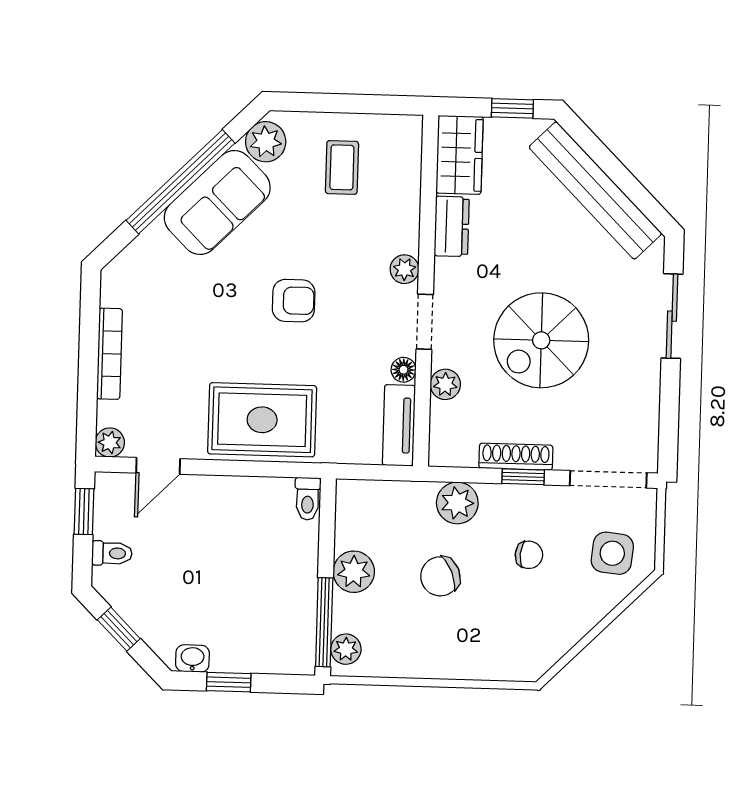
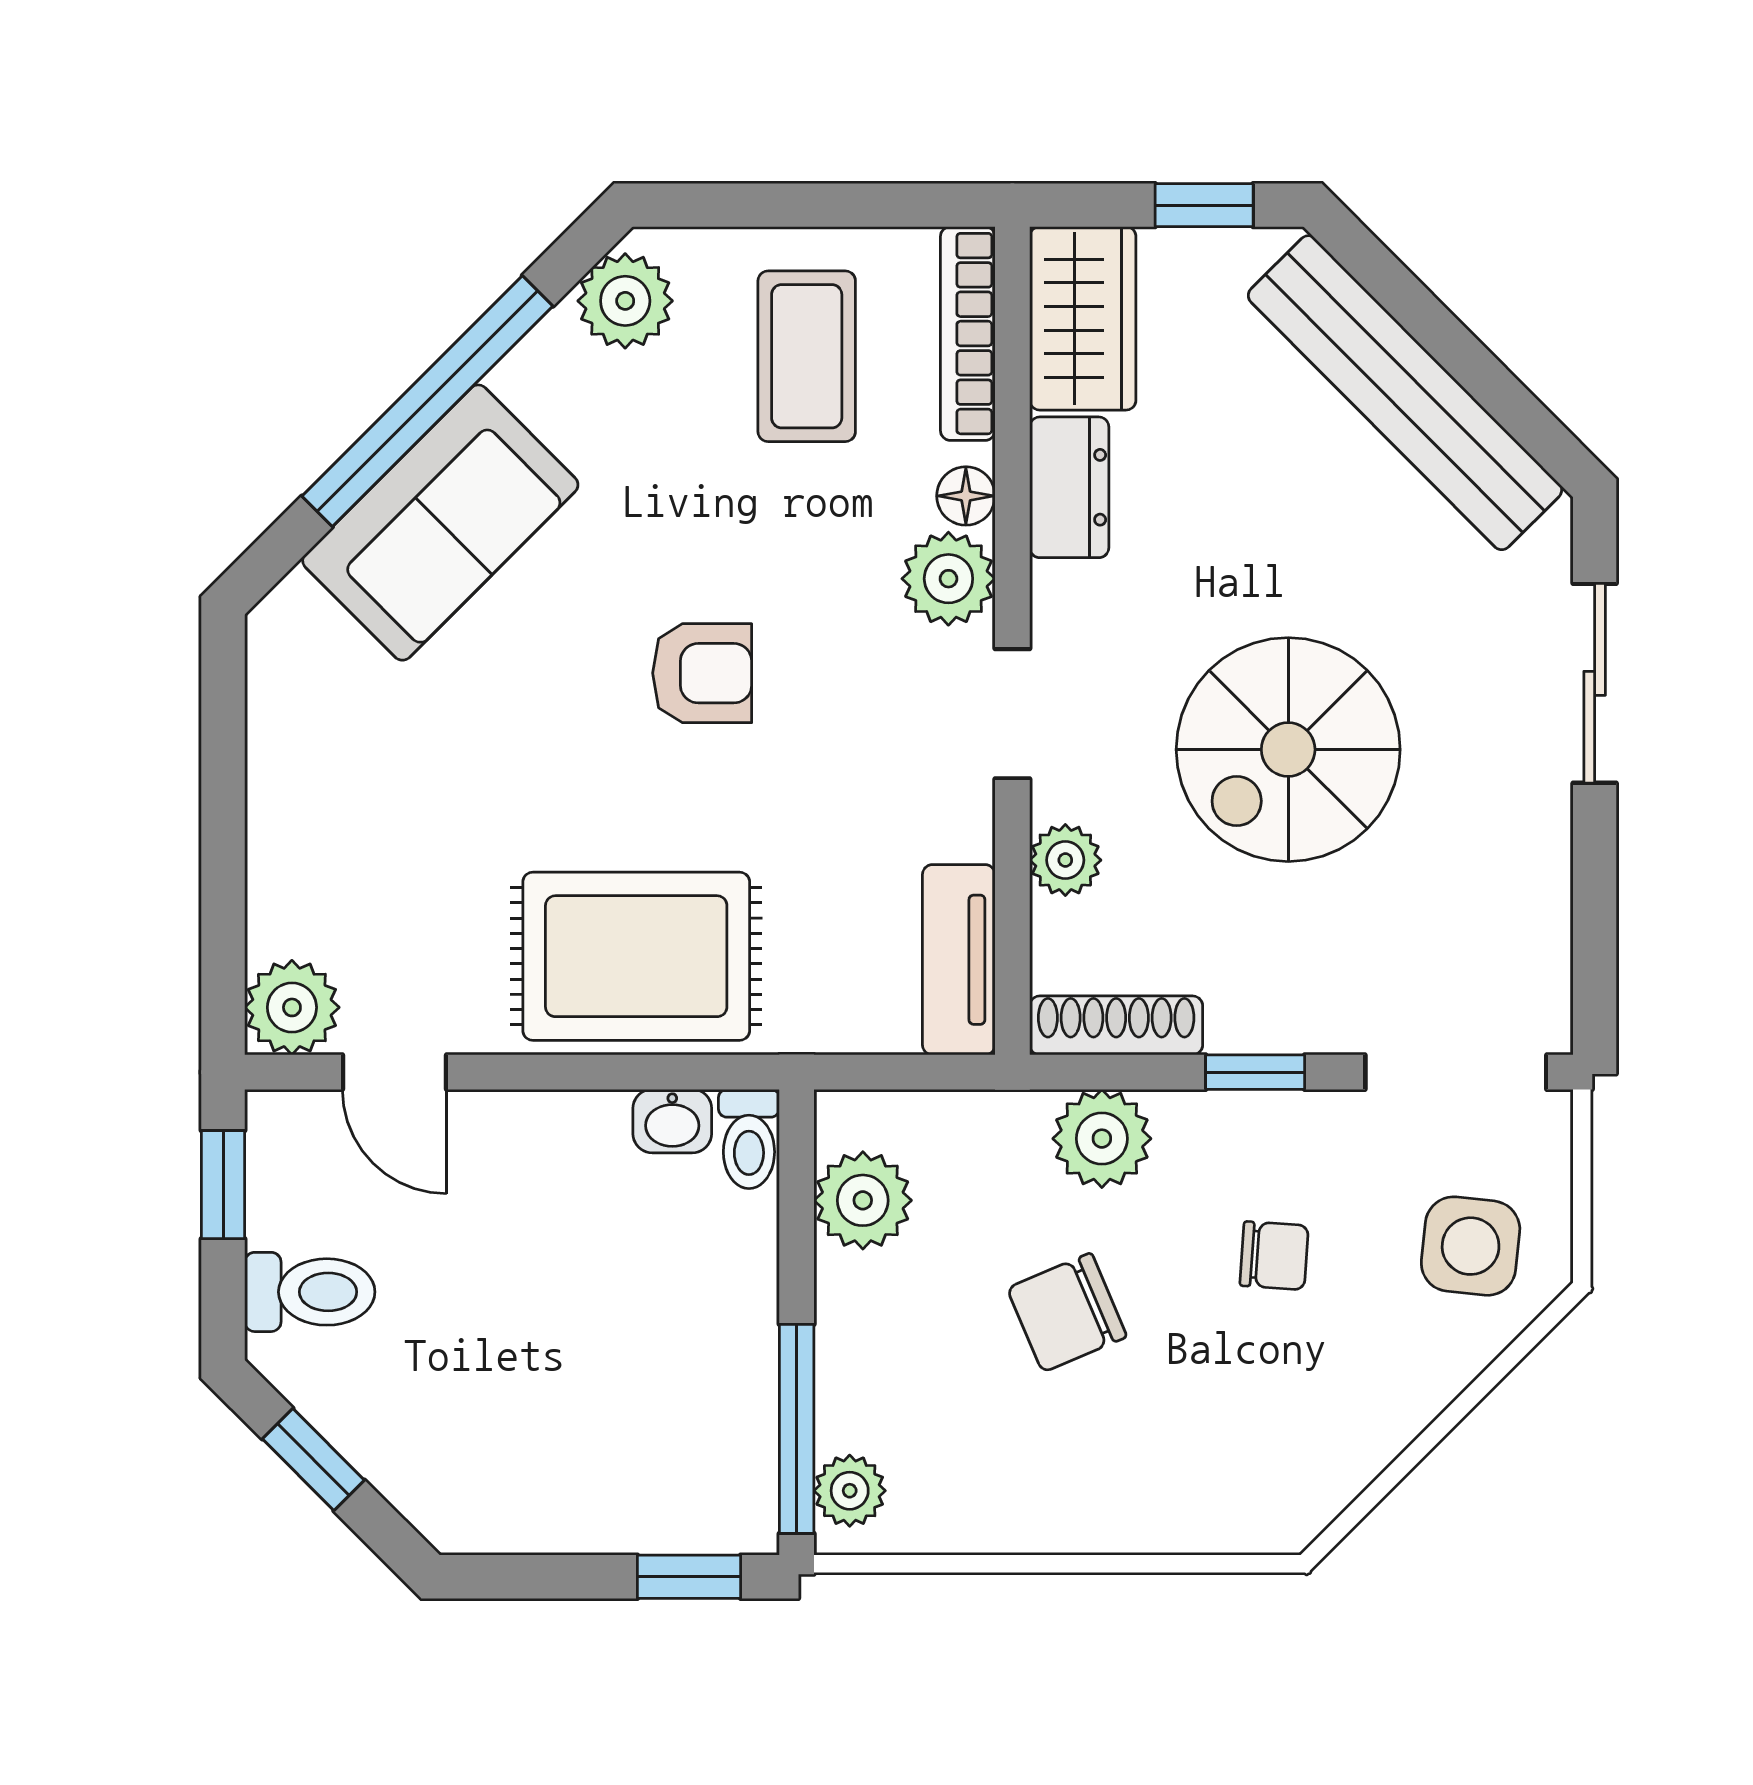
coffee table: (342, 167) -> (807, 356), width x1.36, depth x1.30
sofa: (217, 203) -> (440, 523), moved
plant: (405, 269) -> (948, 579), width x1.38, depth x1.38
bookcase: (109, 354) -> (968, 334), moved, turned 180
floor lamp: (404, 370) -> (966, 496), moved
plant: (110, 442) -> (292, 1007), width x1.38, depth x1.38
shoe rack: (516, 457) -> (1116, 1025), moved
door: (158, 466) -> (395, 1072), hinge flipped
toilet: (112, 553) -> (310, 1292), width x1.37, depth x1.39
plant: (354, 572) -> (863, 1200), moved
washbasin: (192, 658) -> (672, 1121), moved, turned 180
window: (229, 682) -> (689, 1577), moved

